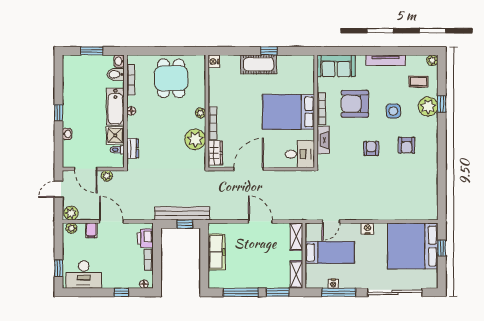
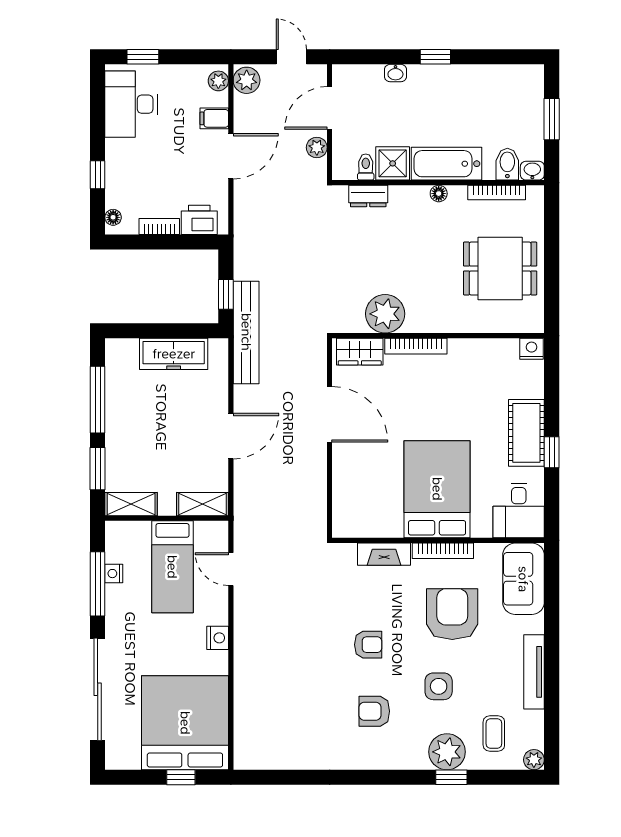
plant: (201, 113) -> (435, 324), removed
desk: (300, 154) -> (519, 511), moved
bench: (182, 213) -> (246, 332), moved

